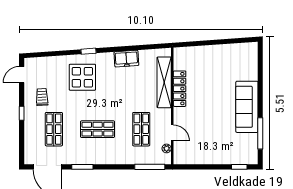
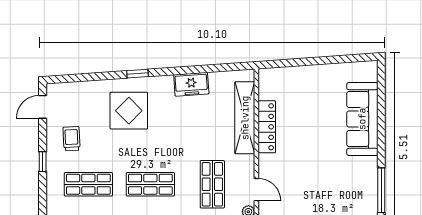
sofa: (247, 107) -> (362, 119), moved
shop shelf: (54, 129) -> (88, 184), turned 90

